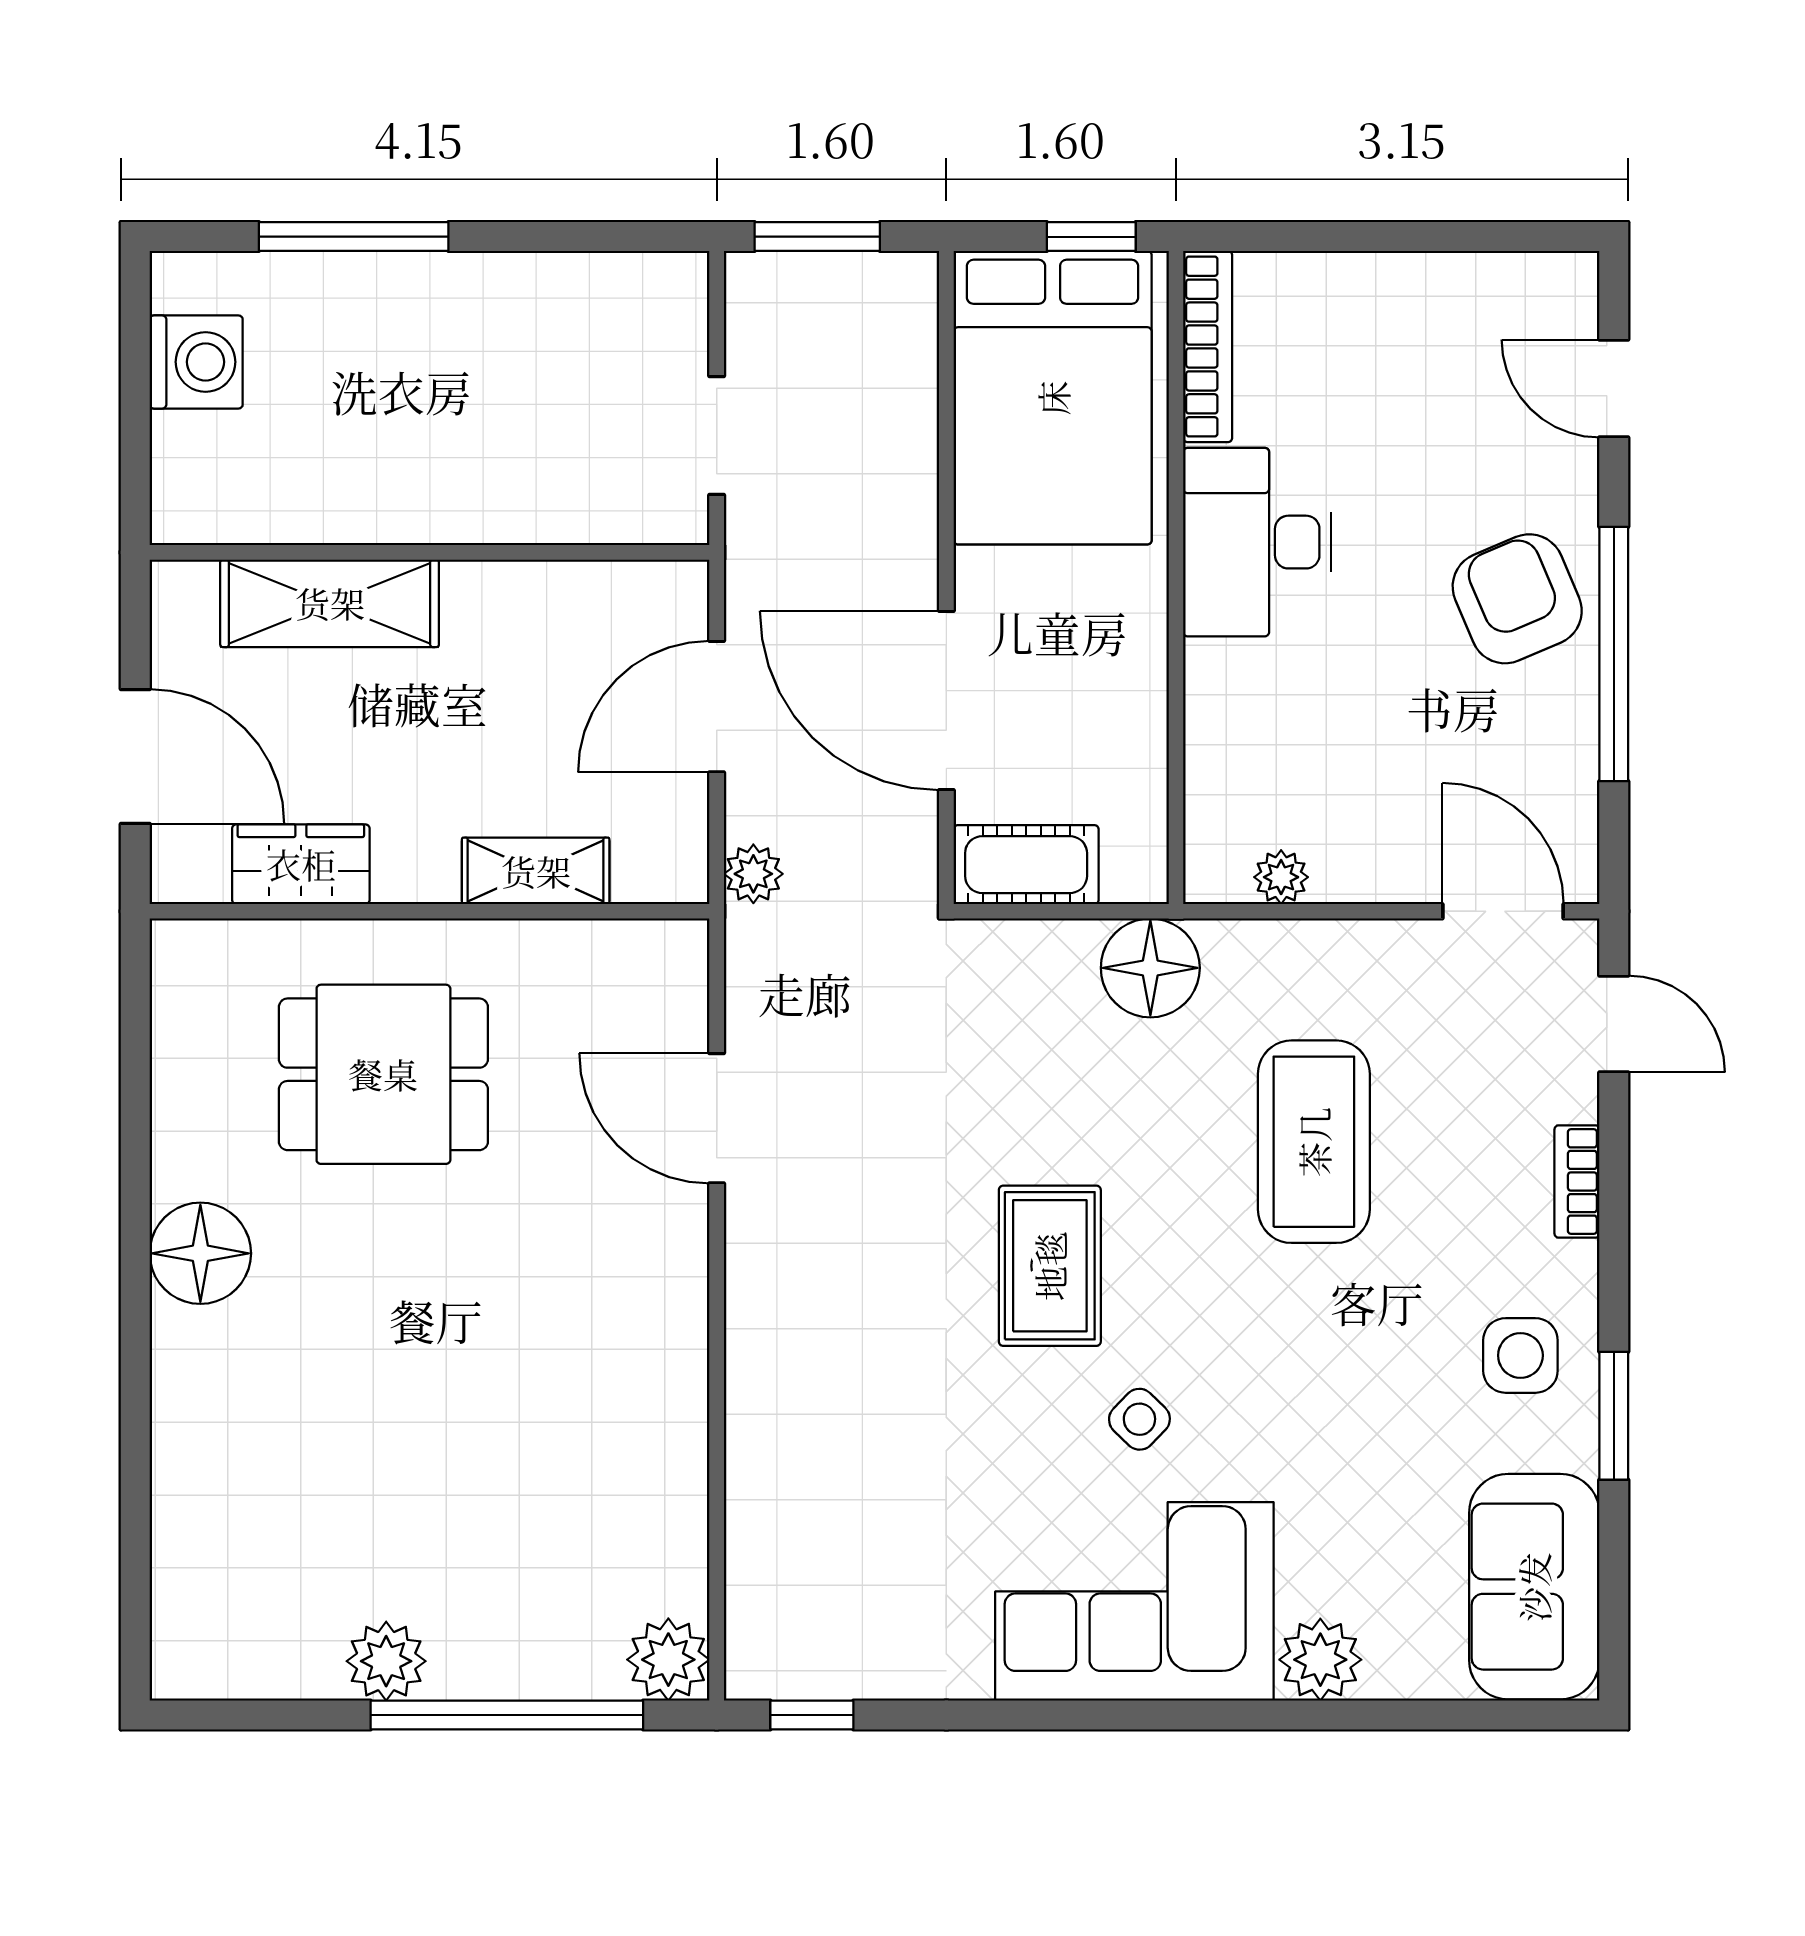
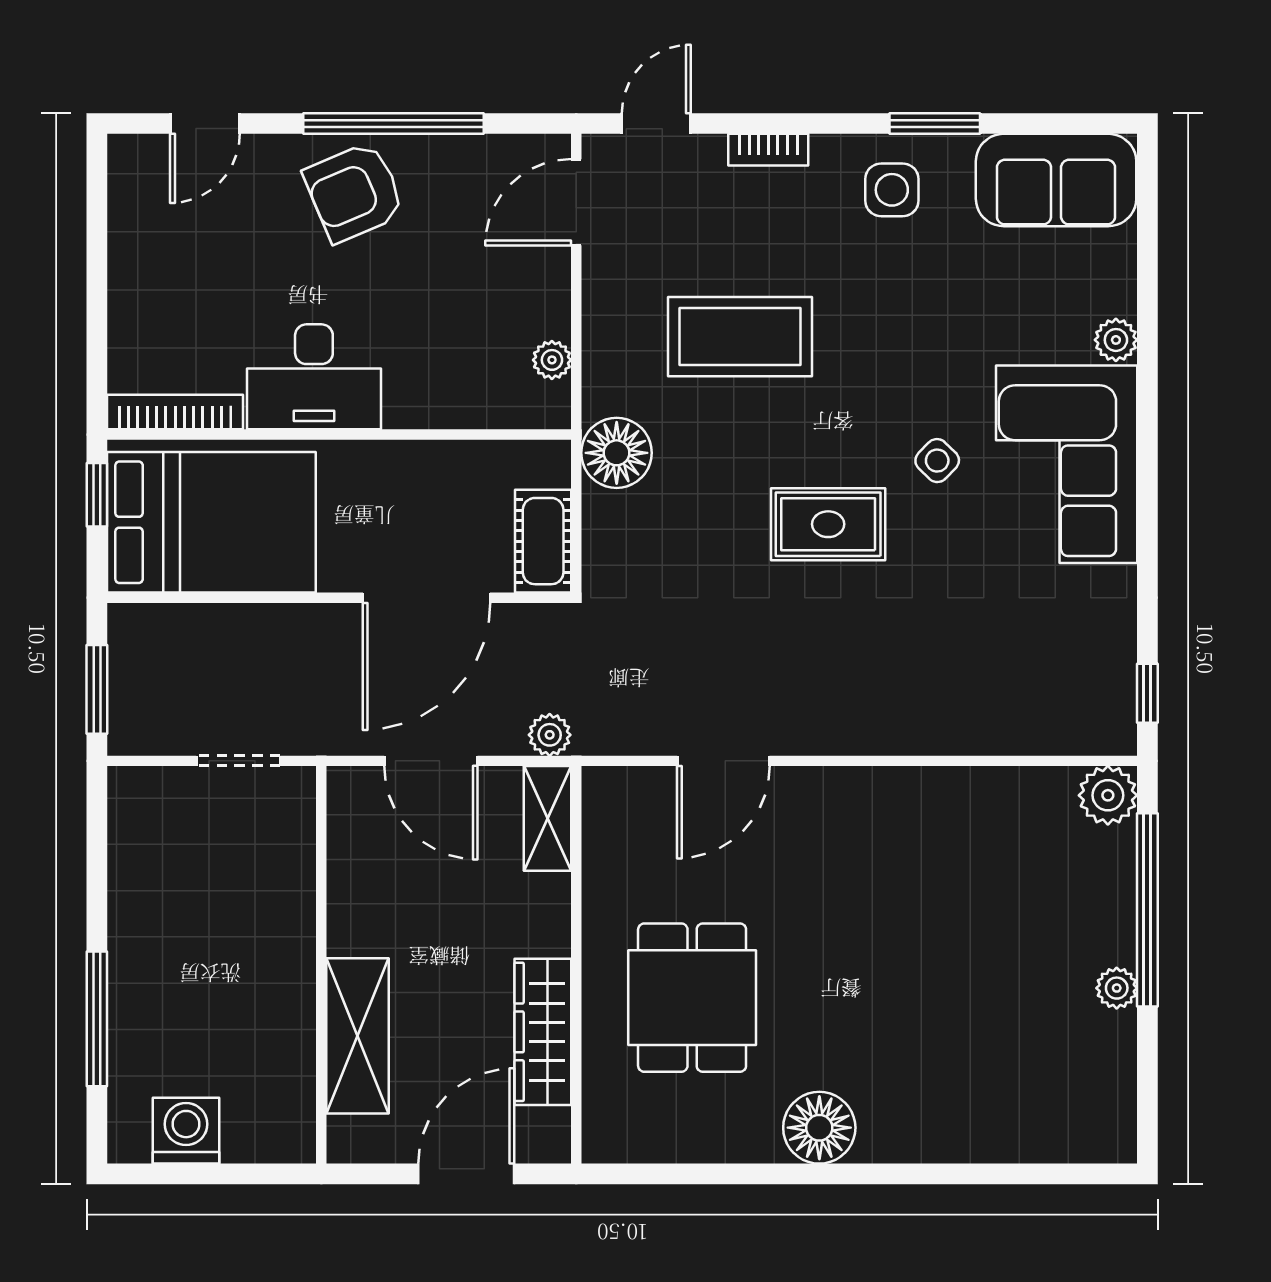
wardrobe: (301, 864) -> (543, 1032), width x1.50
shelving: (536, 871) -> (548, 818), moved
plant: (1320, 1660) -> (1116, 340), width x0.73, depth x0.73
plant: (386, 1661) -> (1117, 988), width x0.73, depth x0.73

